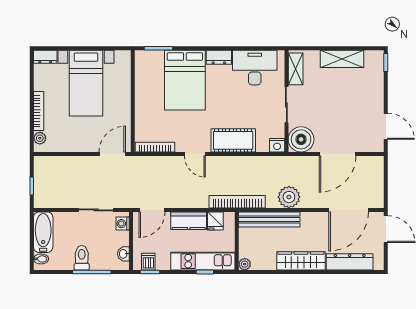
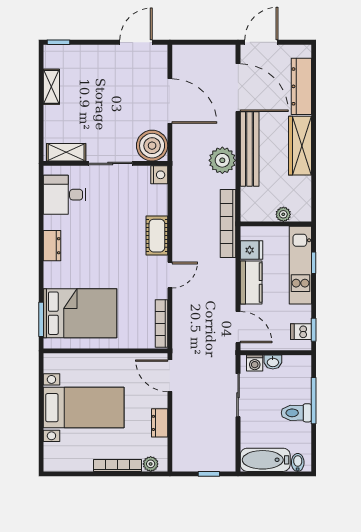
dresser: (45, 57) -> (160, 423), moved, turned 180
shelving: (342, 59) -> (51, 87), width x0.67, depth x0.75
desk: (255, 68) -> (65, 195), width x0.73
bed: (185, 80) -> (80, 313), moved
cot: (233, 140) -> (157, 236), width x0.73, depth x0.75
bench: (269, 219) -> (250, 149), moved
washbasin: (123, 254) -> (273, 362), moved
plant: (245, 264) -> (283, 214), moved

